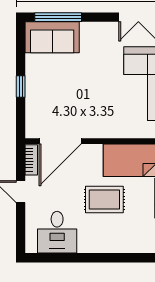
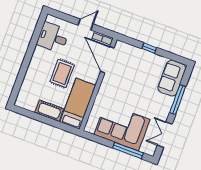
window: (58, 17) -> (178, 100), moved

